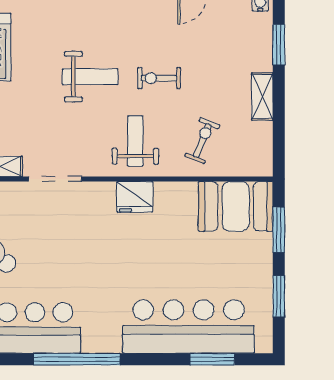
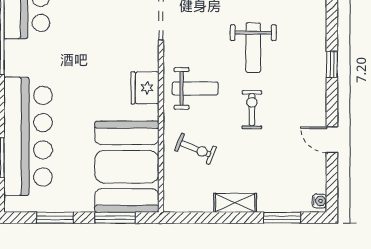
booth: (236, 206) -> (127, 167), width x1.36, depth x1.42

